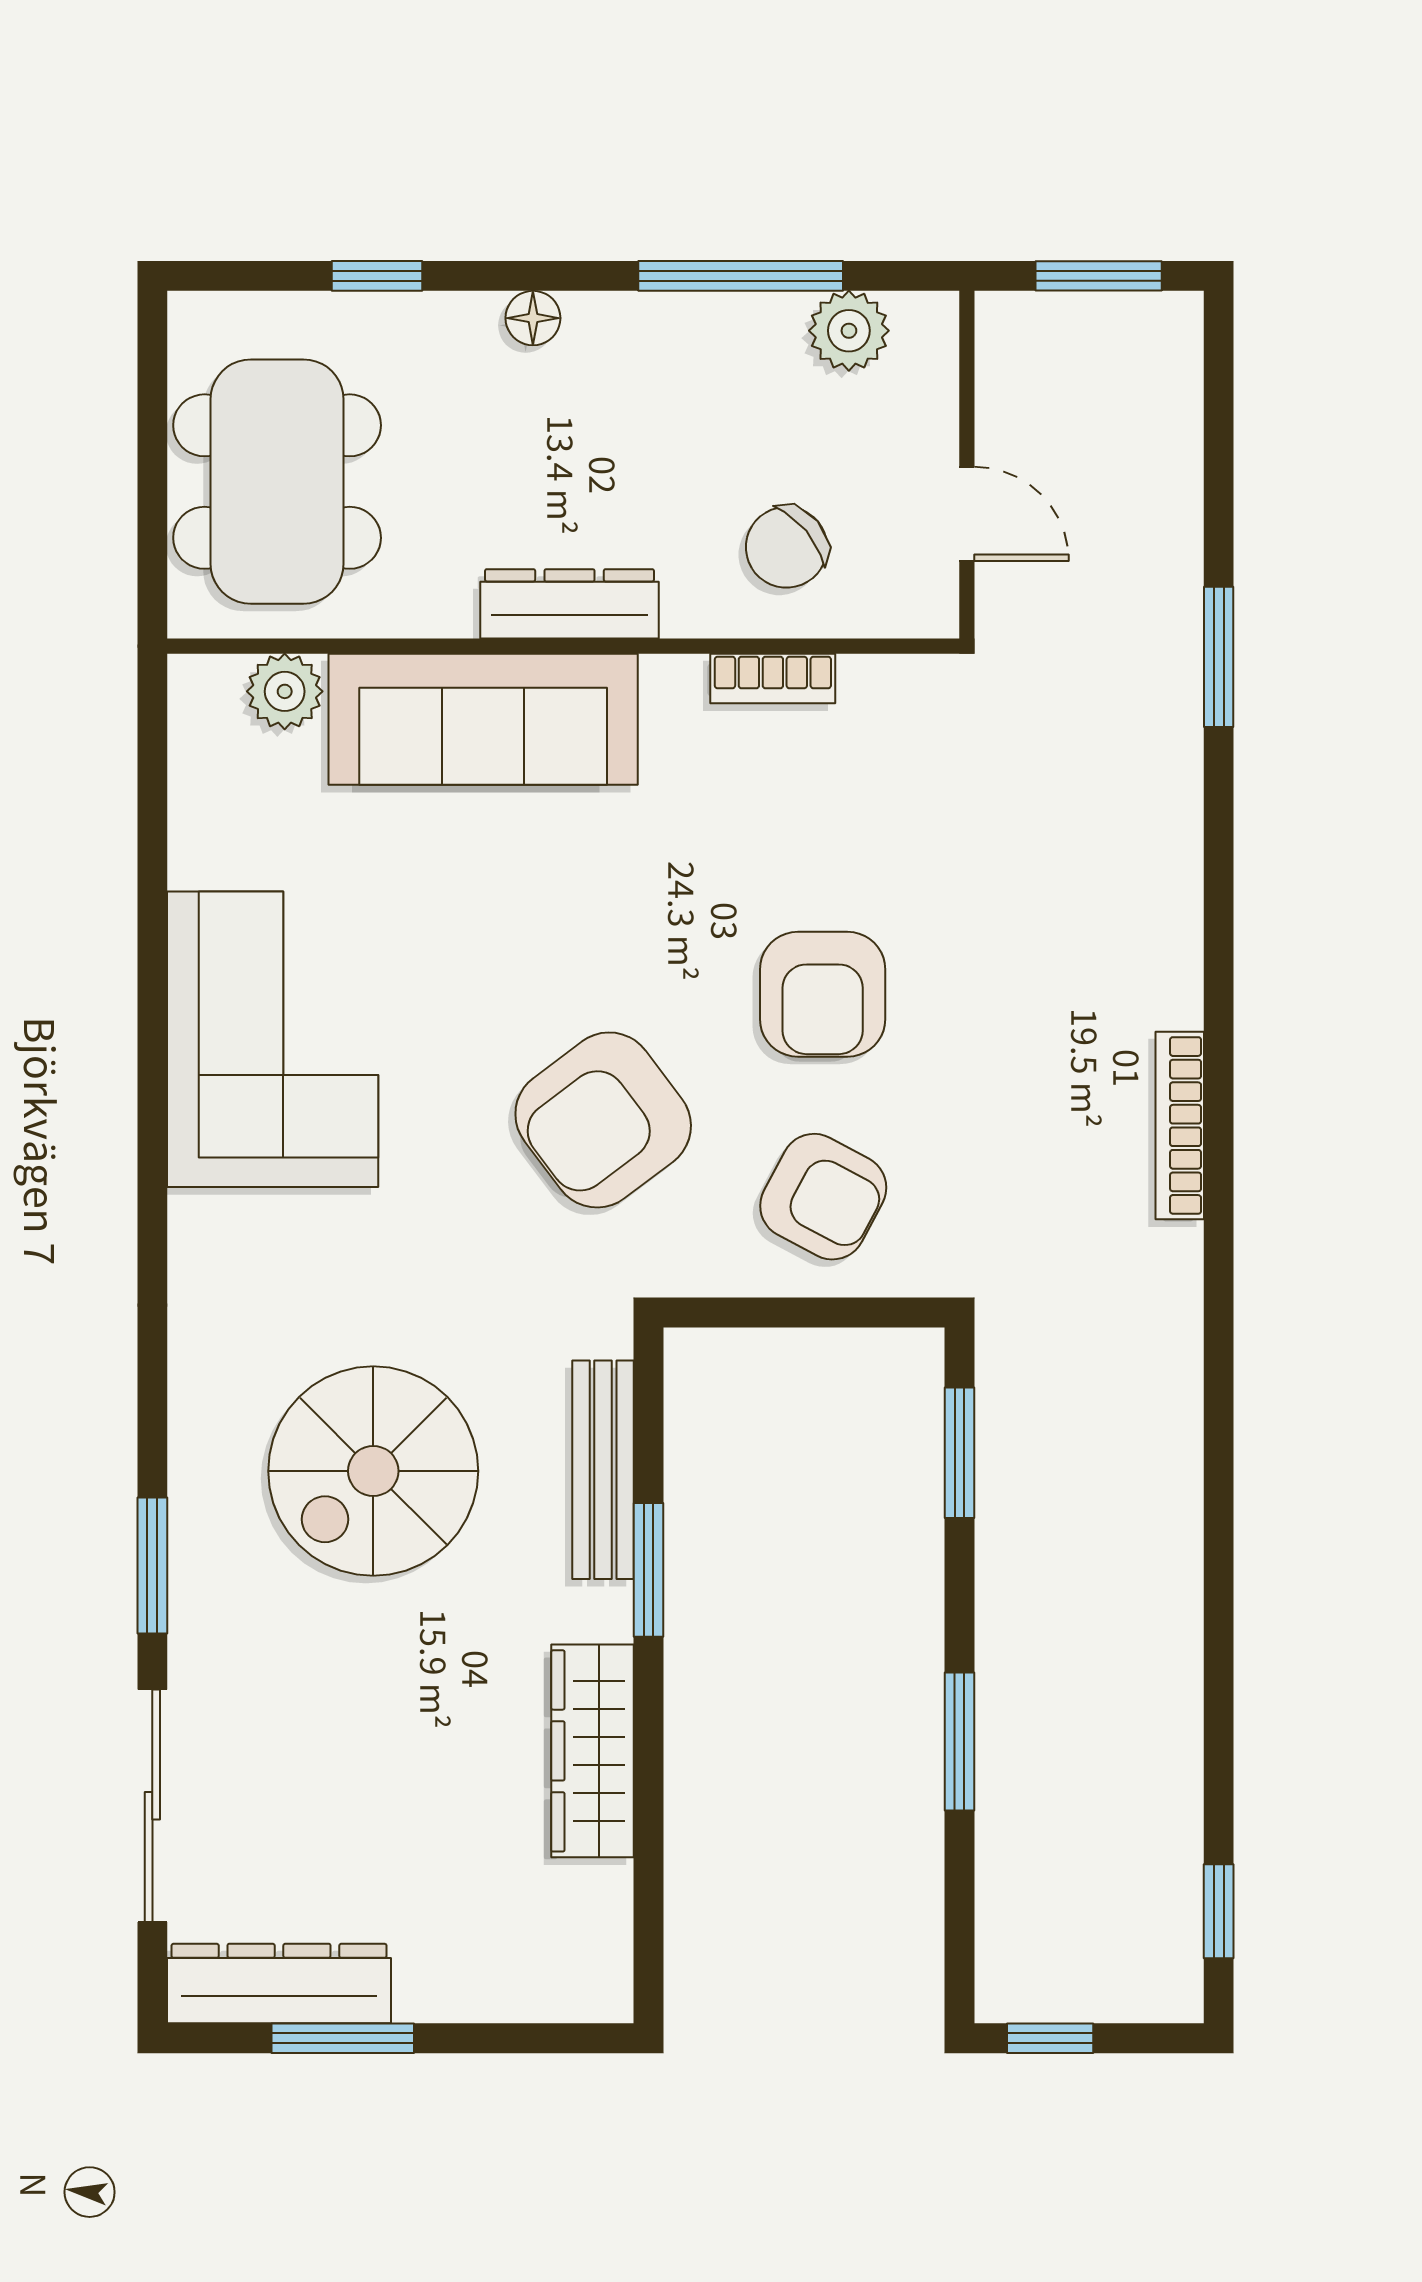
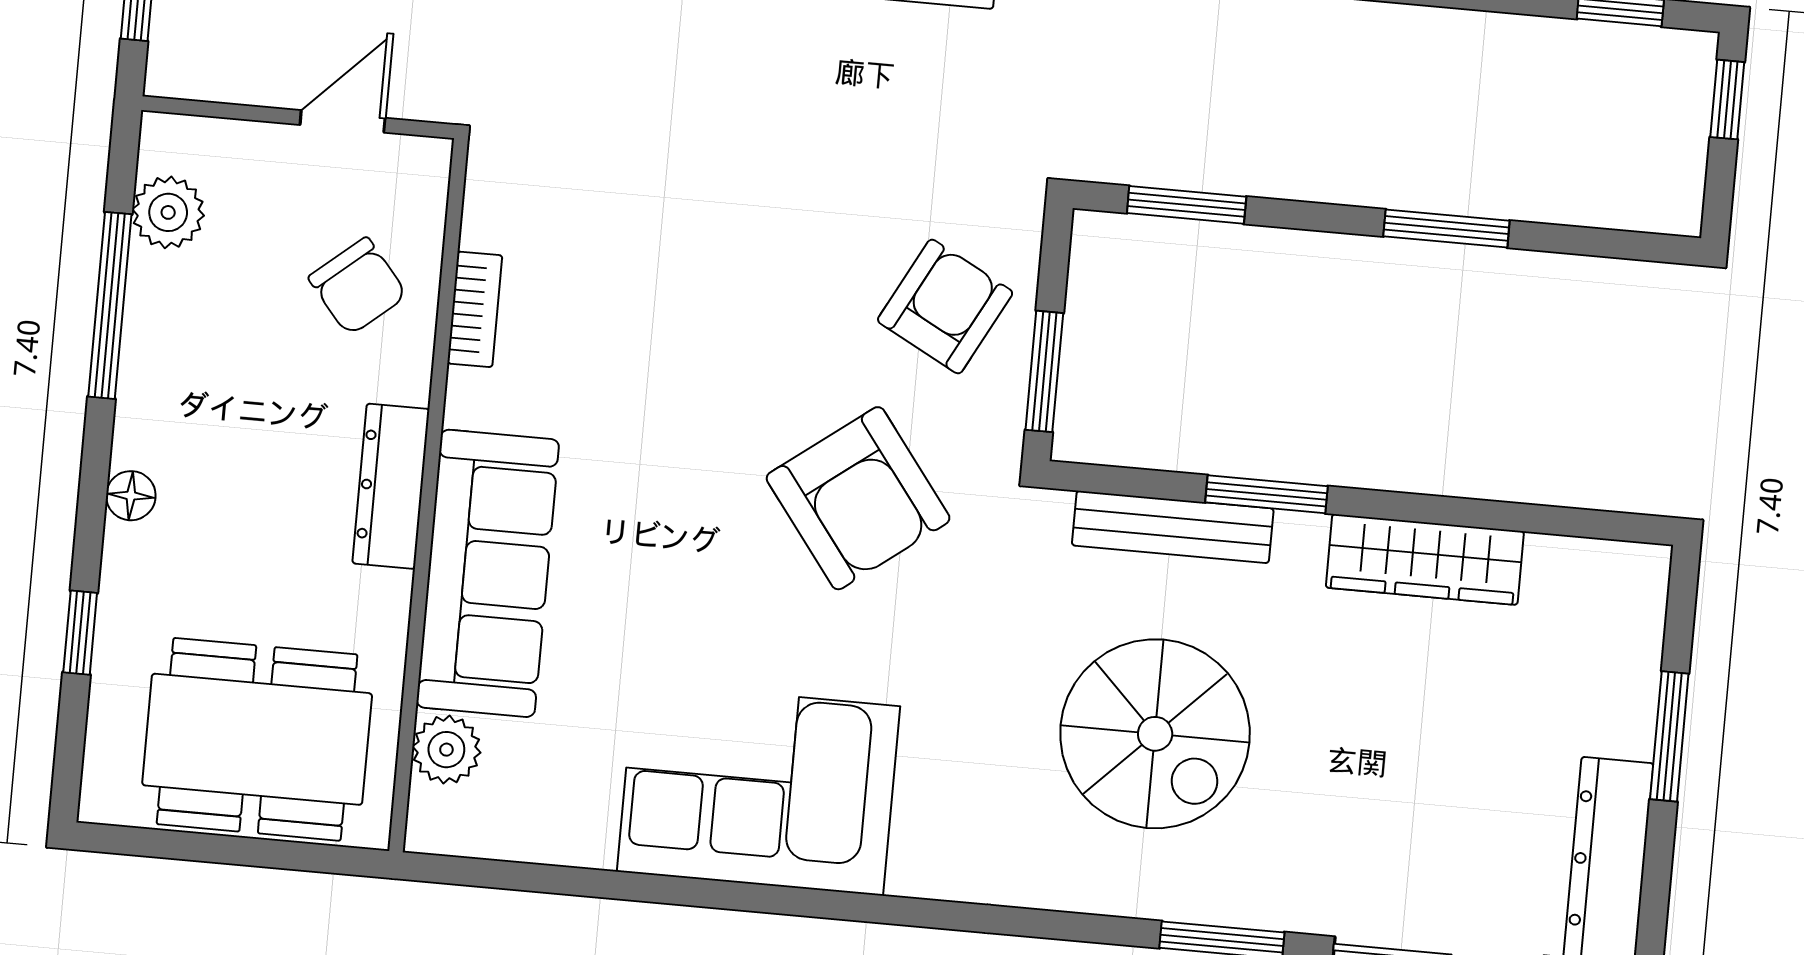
armchair: (823, 994) -> (763, 290), removed
window: (762, 1313) -> (1044, 371), added
window: (343, 2038) -> (1669, 736), moved
window: (1050, 2038) -> (1727, 100), moved

